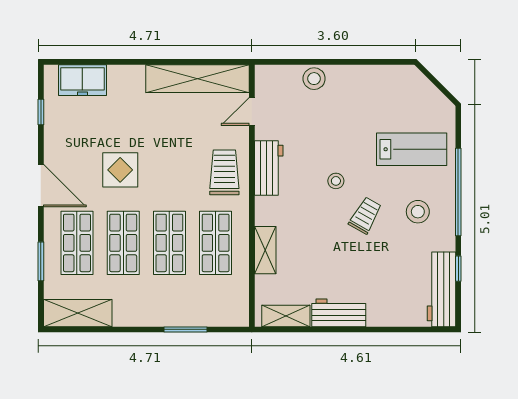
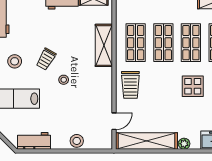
plant: (135, 74) -> (184, 144), added
workbench: (269, 168) -> (34, 141), moved, turned 90
shelving: (265, 250) -> (104, 45), width x1.50, depth x1.33

